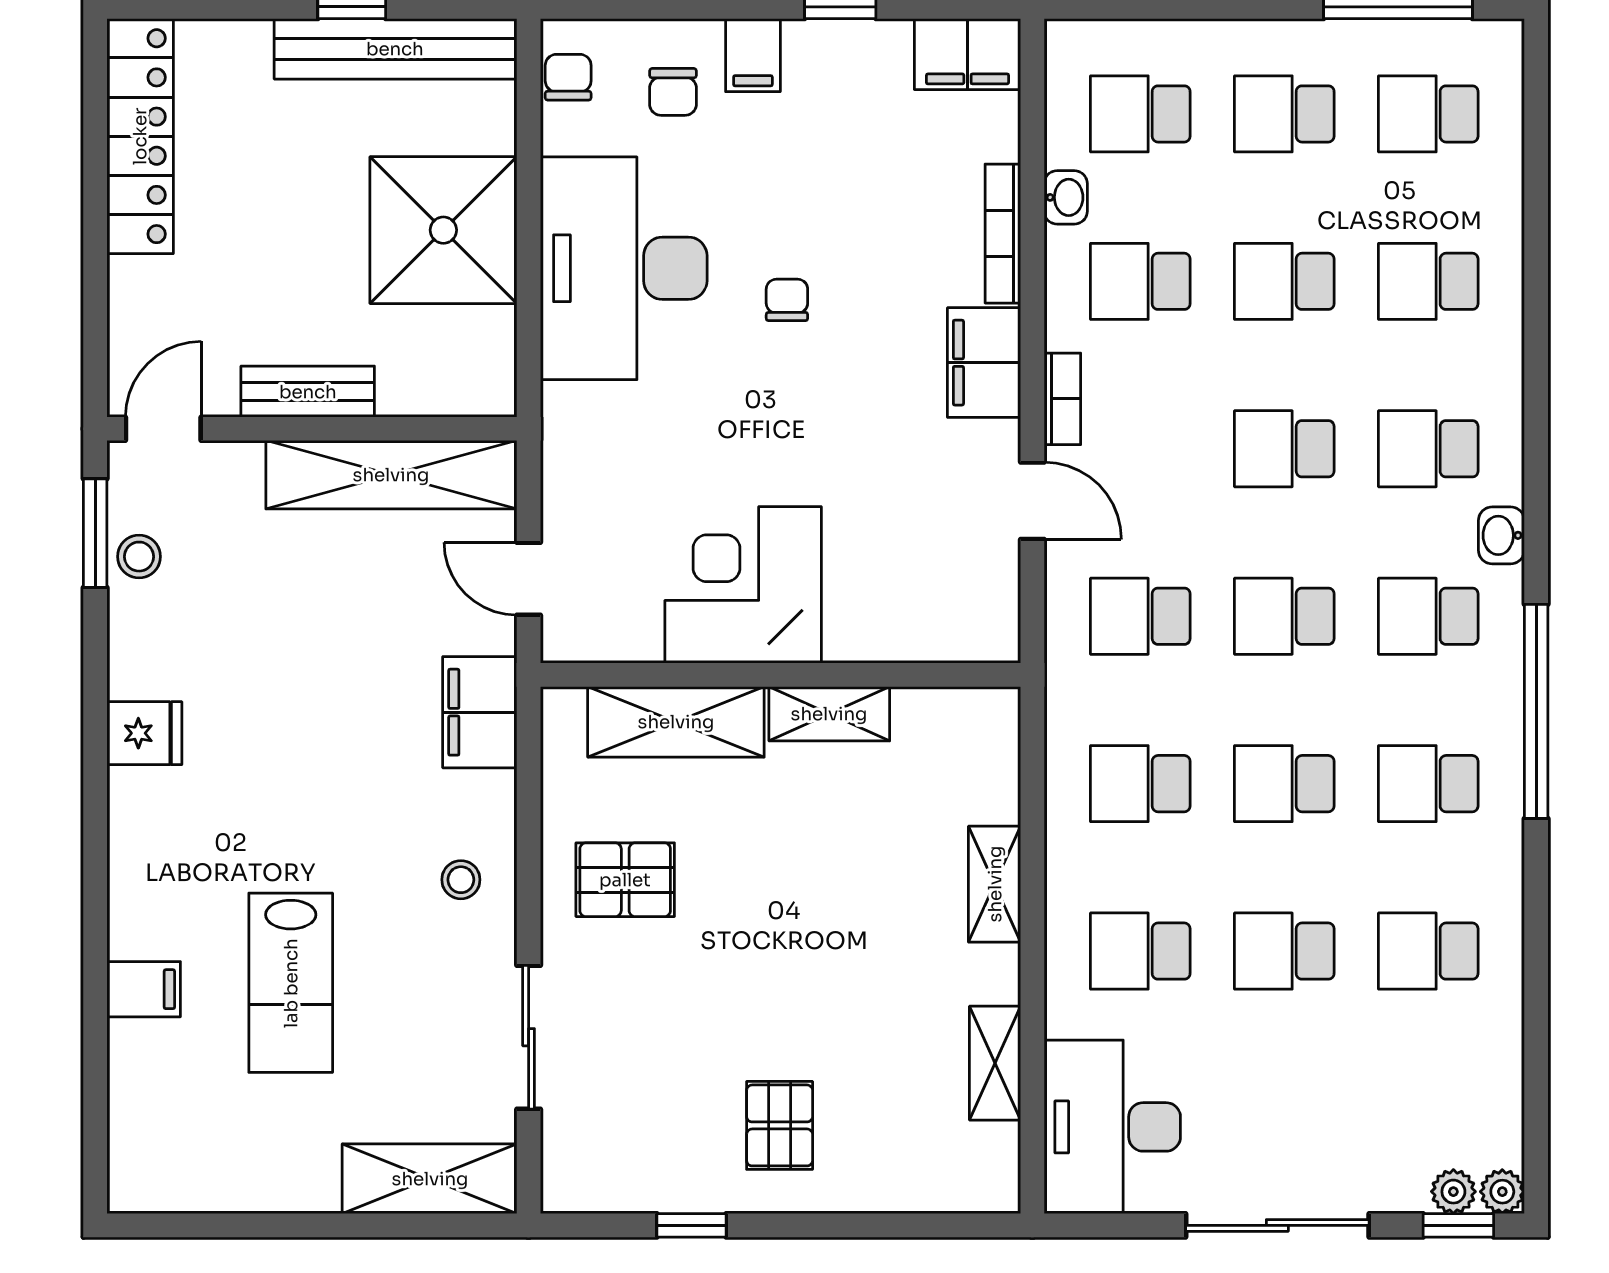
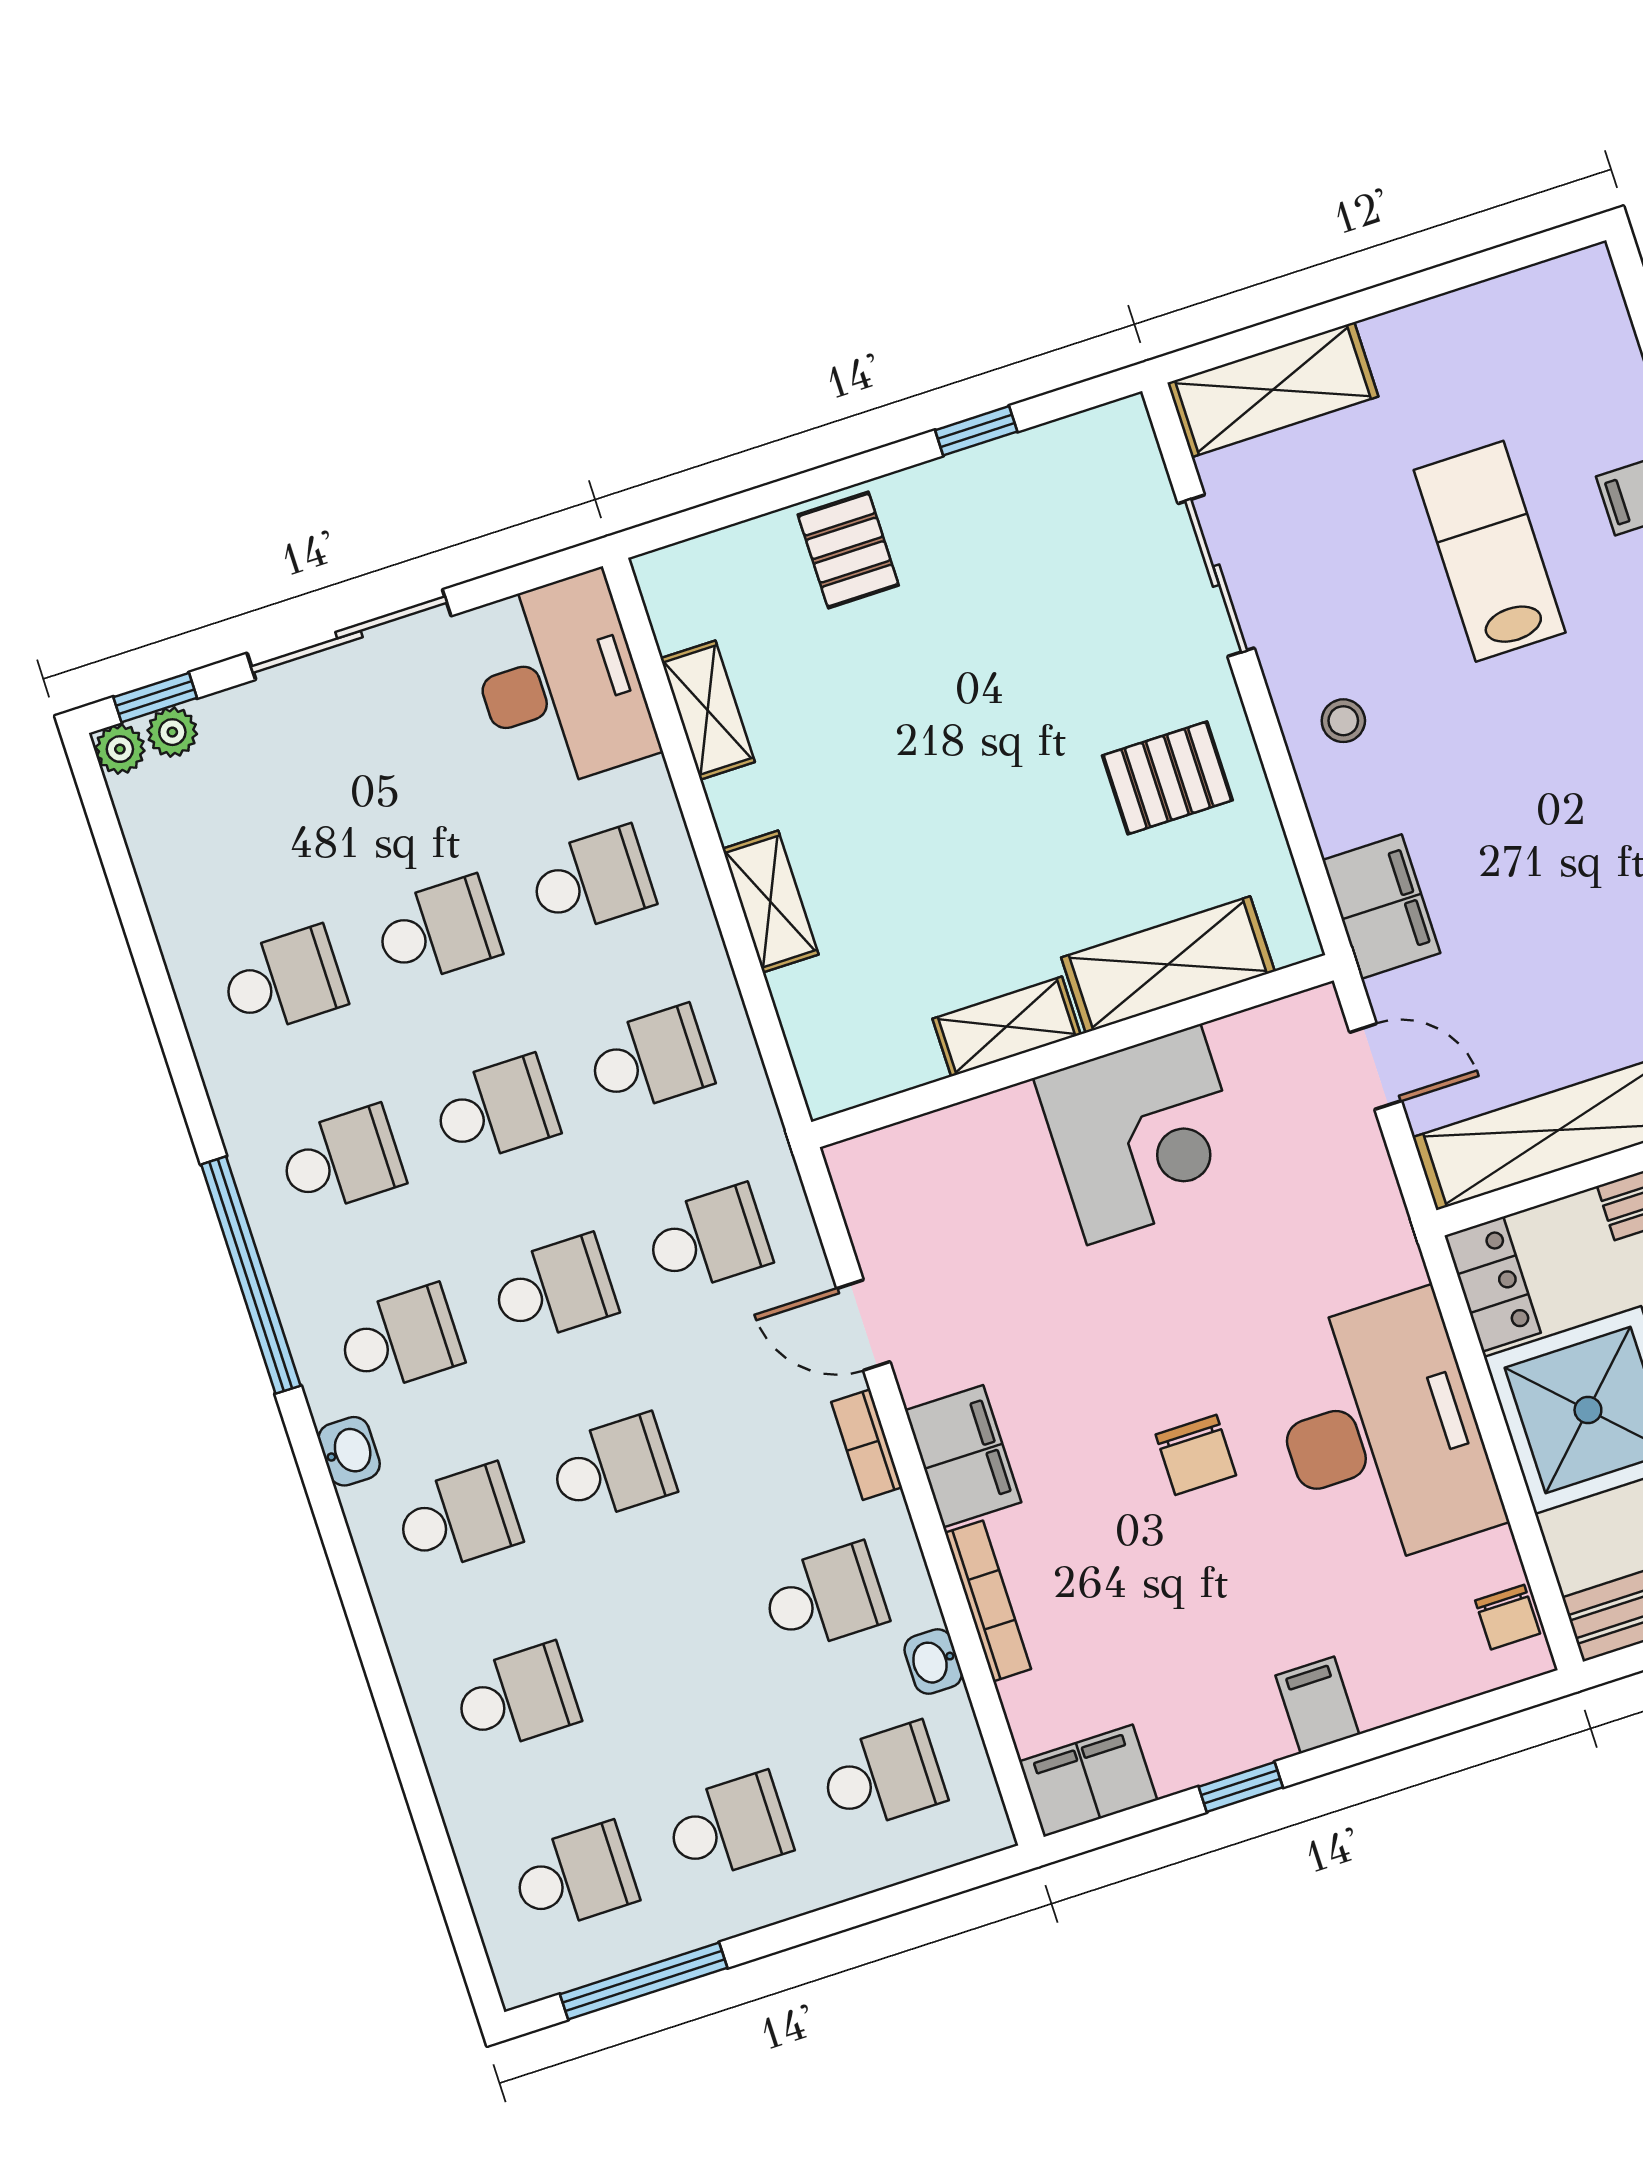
chair: (673, 92) -> (1390, 1638), removed
school desk: (1284, 281) -> (670, 1648), removed
chair: (787, 300) -> (1196, 1455), width x1.37, depth x1.37
locker: (489, 363) -> (1493, 1284), added
pallet: (780, 1125) -> (848, 550), moved

